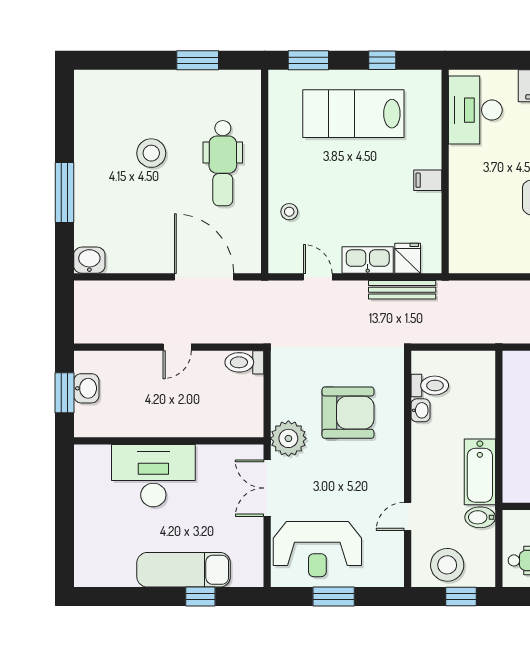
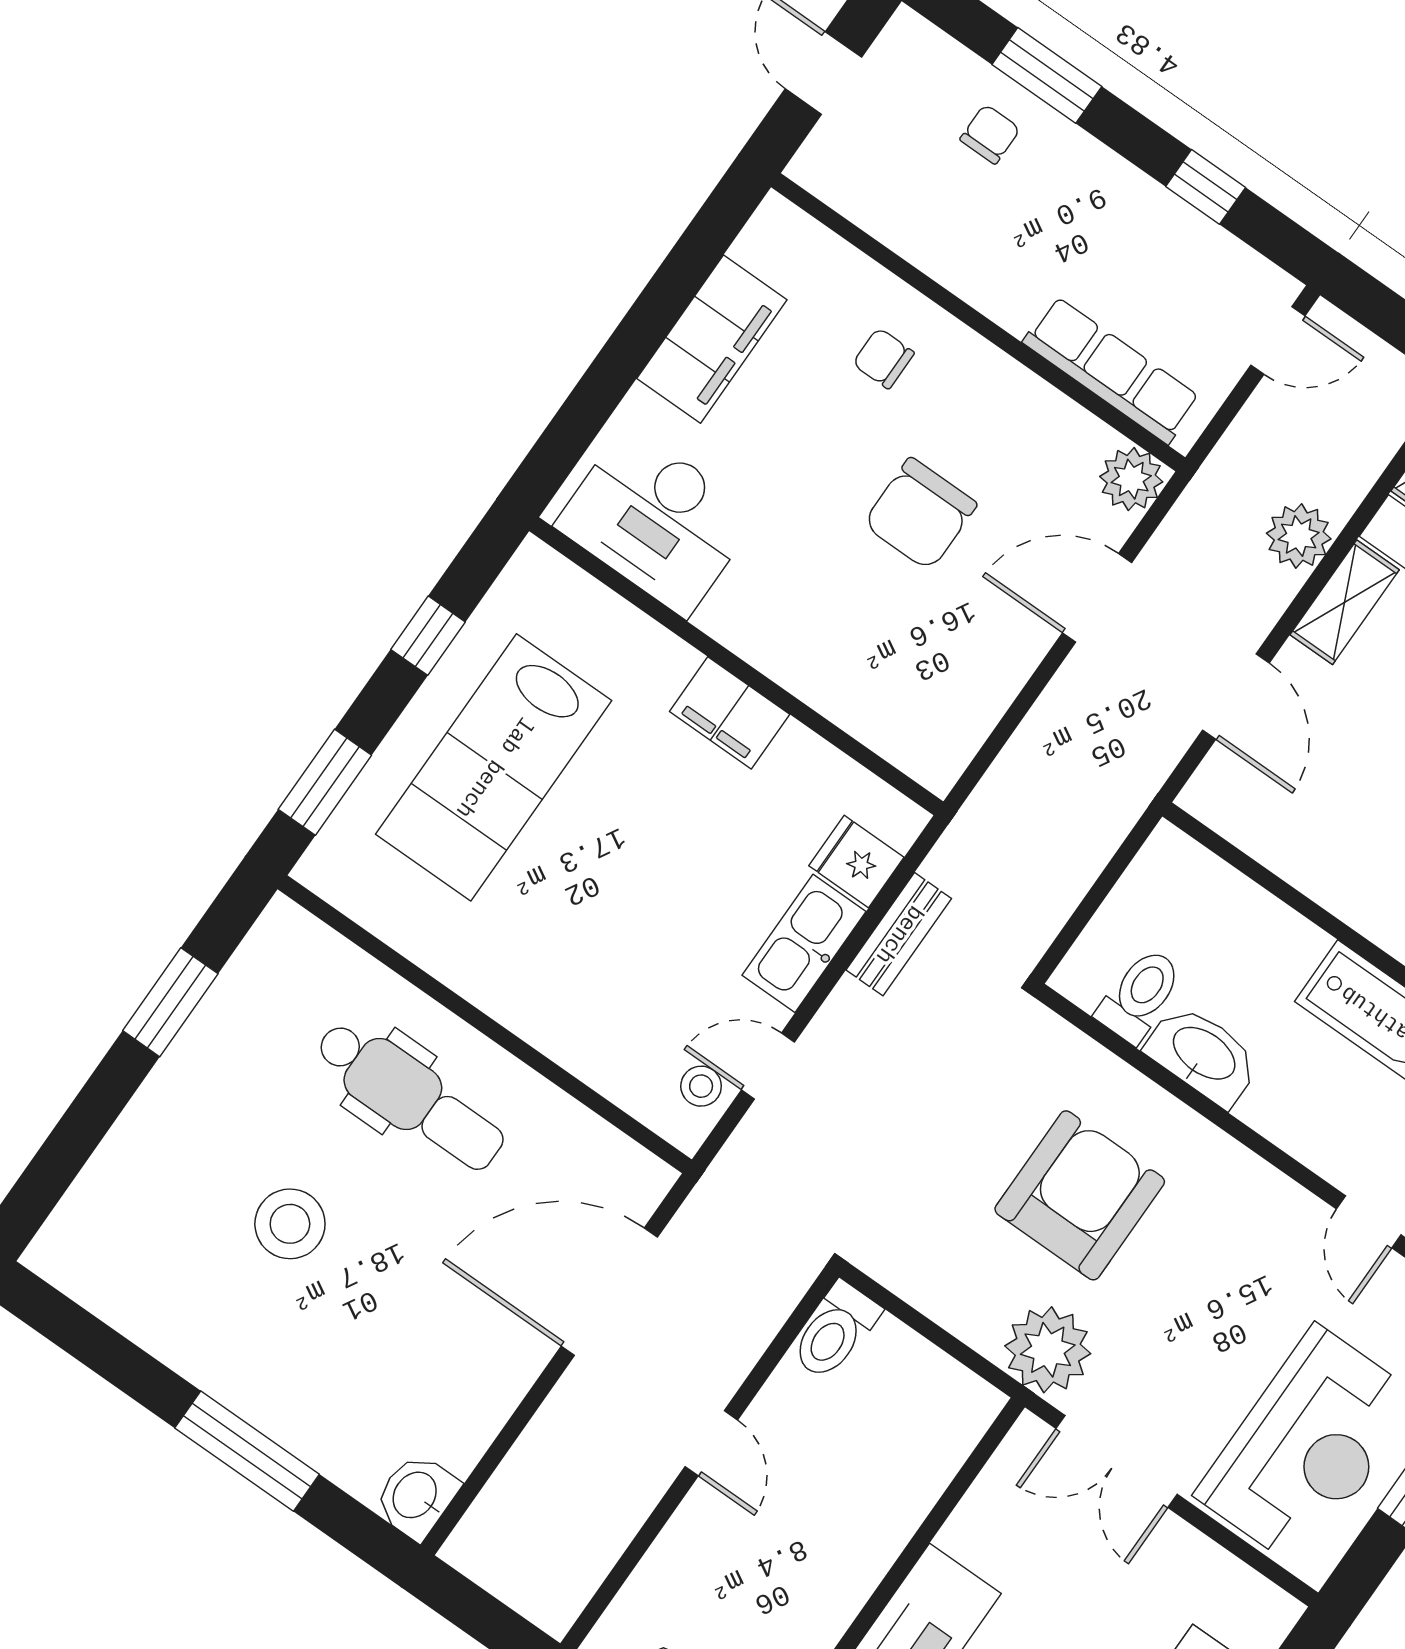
filing cabinet: (428, 180) -> (730, 713), width x2.00
stool: (289, 212) -> (701, 1086), moved
bench: (402, 290) -> (899, 934), width x0.73
washbasin: (420, 410) -> (1203, 1055), width x1.91, depth x1.45

